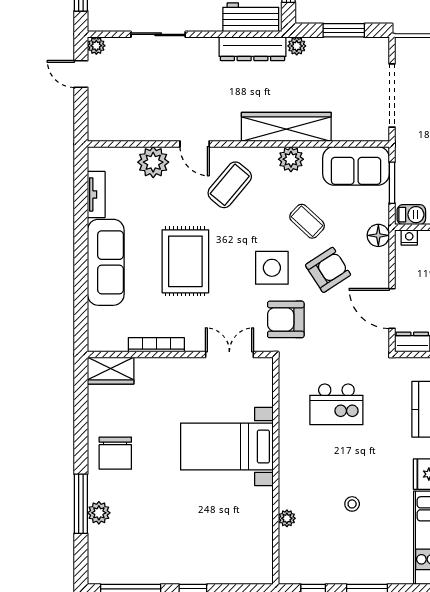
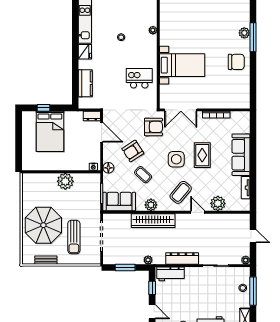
dresser: (252, 49) -> (182, 259), moved
door: (81, 74) -> (253, 236), moved
barbecue: (411, 215) -> (92, 178), removed
rug: (185, 261) -> (202, 155), width x0.73, depth x0.70
side table: (272, 268) -> (176, 159), moved
double door: (229, 355) -> (181, 110), width x1.37
wardrobe: (111, 371) -> (239, 102), removed
kitchen island: (336, 404) -> (139, 78), moved
chair: (115, 453) -> (236, 62), turned 90

